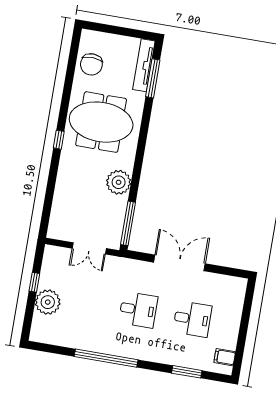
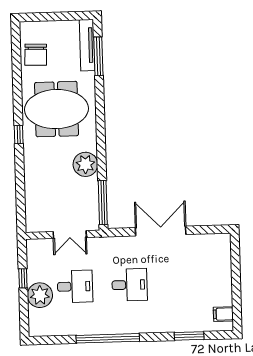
desk: (192, 319) -> (75, 286), moved

